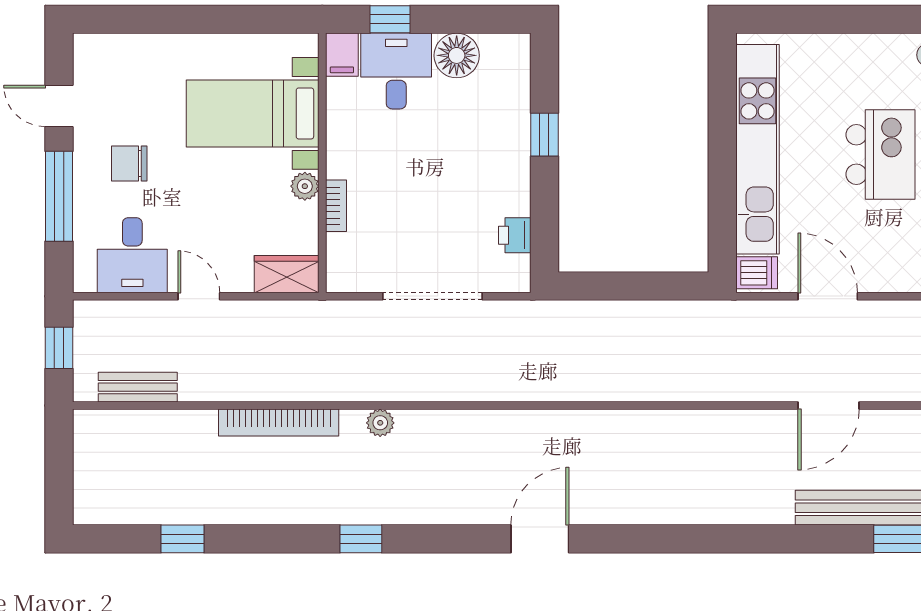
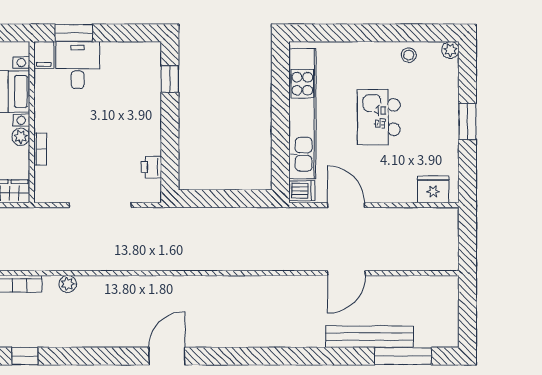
window: (390, 19) -> (74, 33), width x1.50
floor lamp: (457, 55) -> (115, 55), removed
window: (544, 135) -> (170, 79), moved
kitchen island: (880, 155) -> (379, 117), turned 180
window: (361, 539) -> (25, 356), moved

